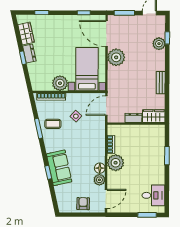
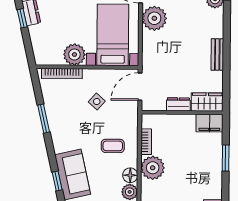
coffee table: (53, 124) -> (113, 146), moved
filing cabinet: (155, 131) -> (209, 123), added

